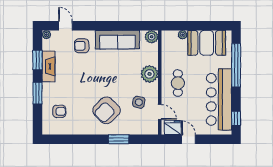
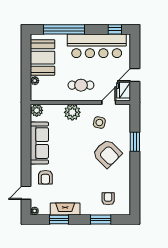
window: (38, 93) -> (101, 220), moved

